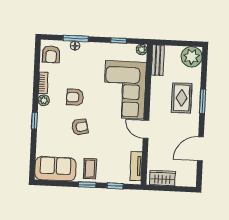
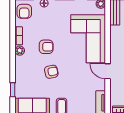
armchair: (75, 97) -> (46, 47), turned 180
window: (34, 121) -> (13, 90), moved

